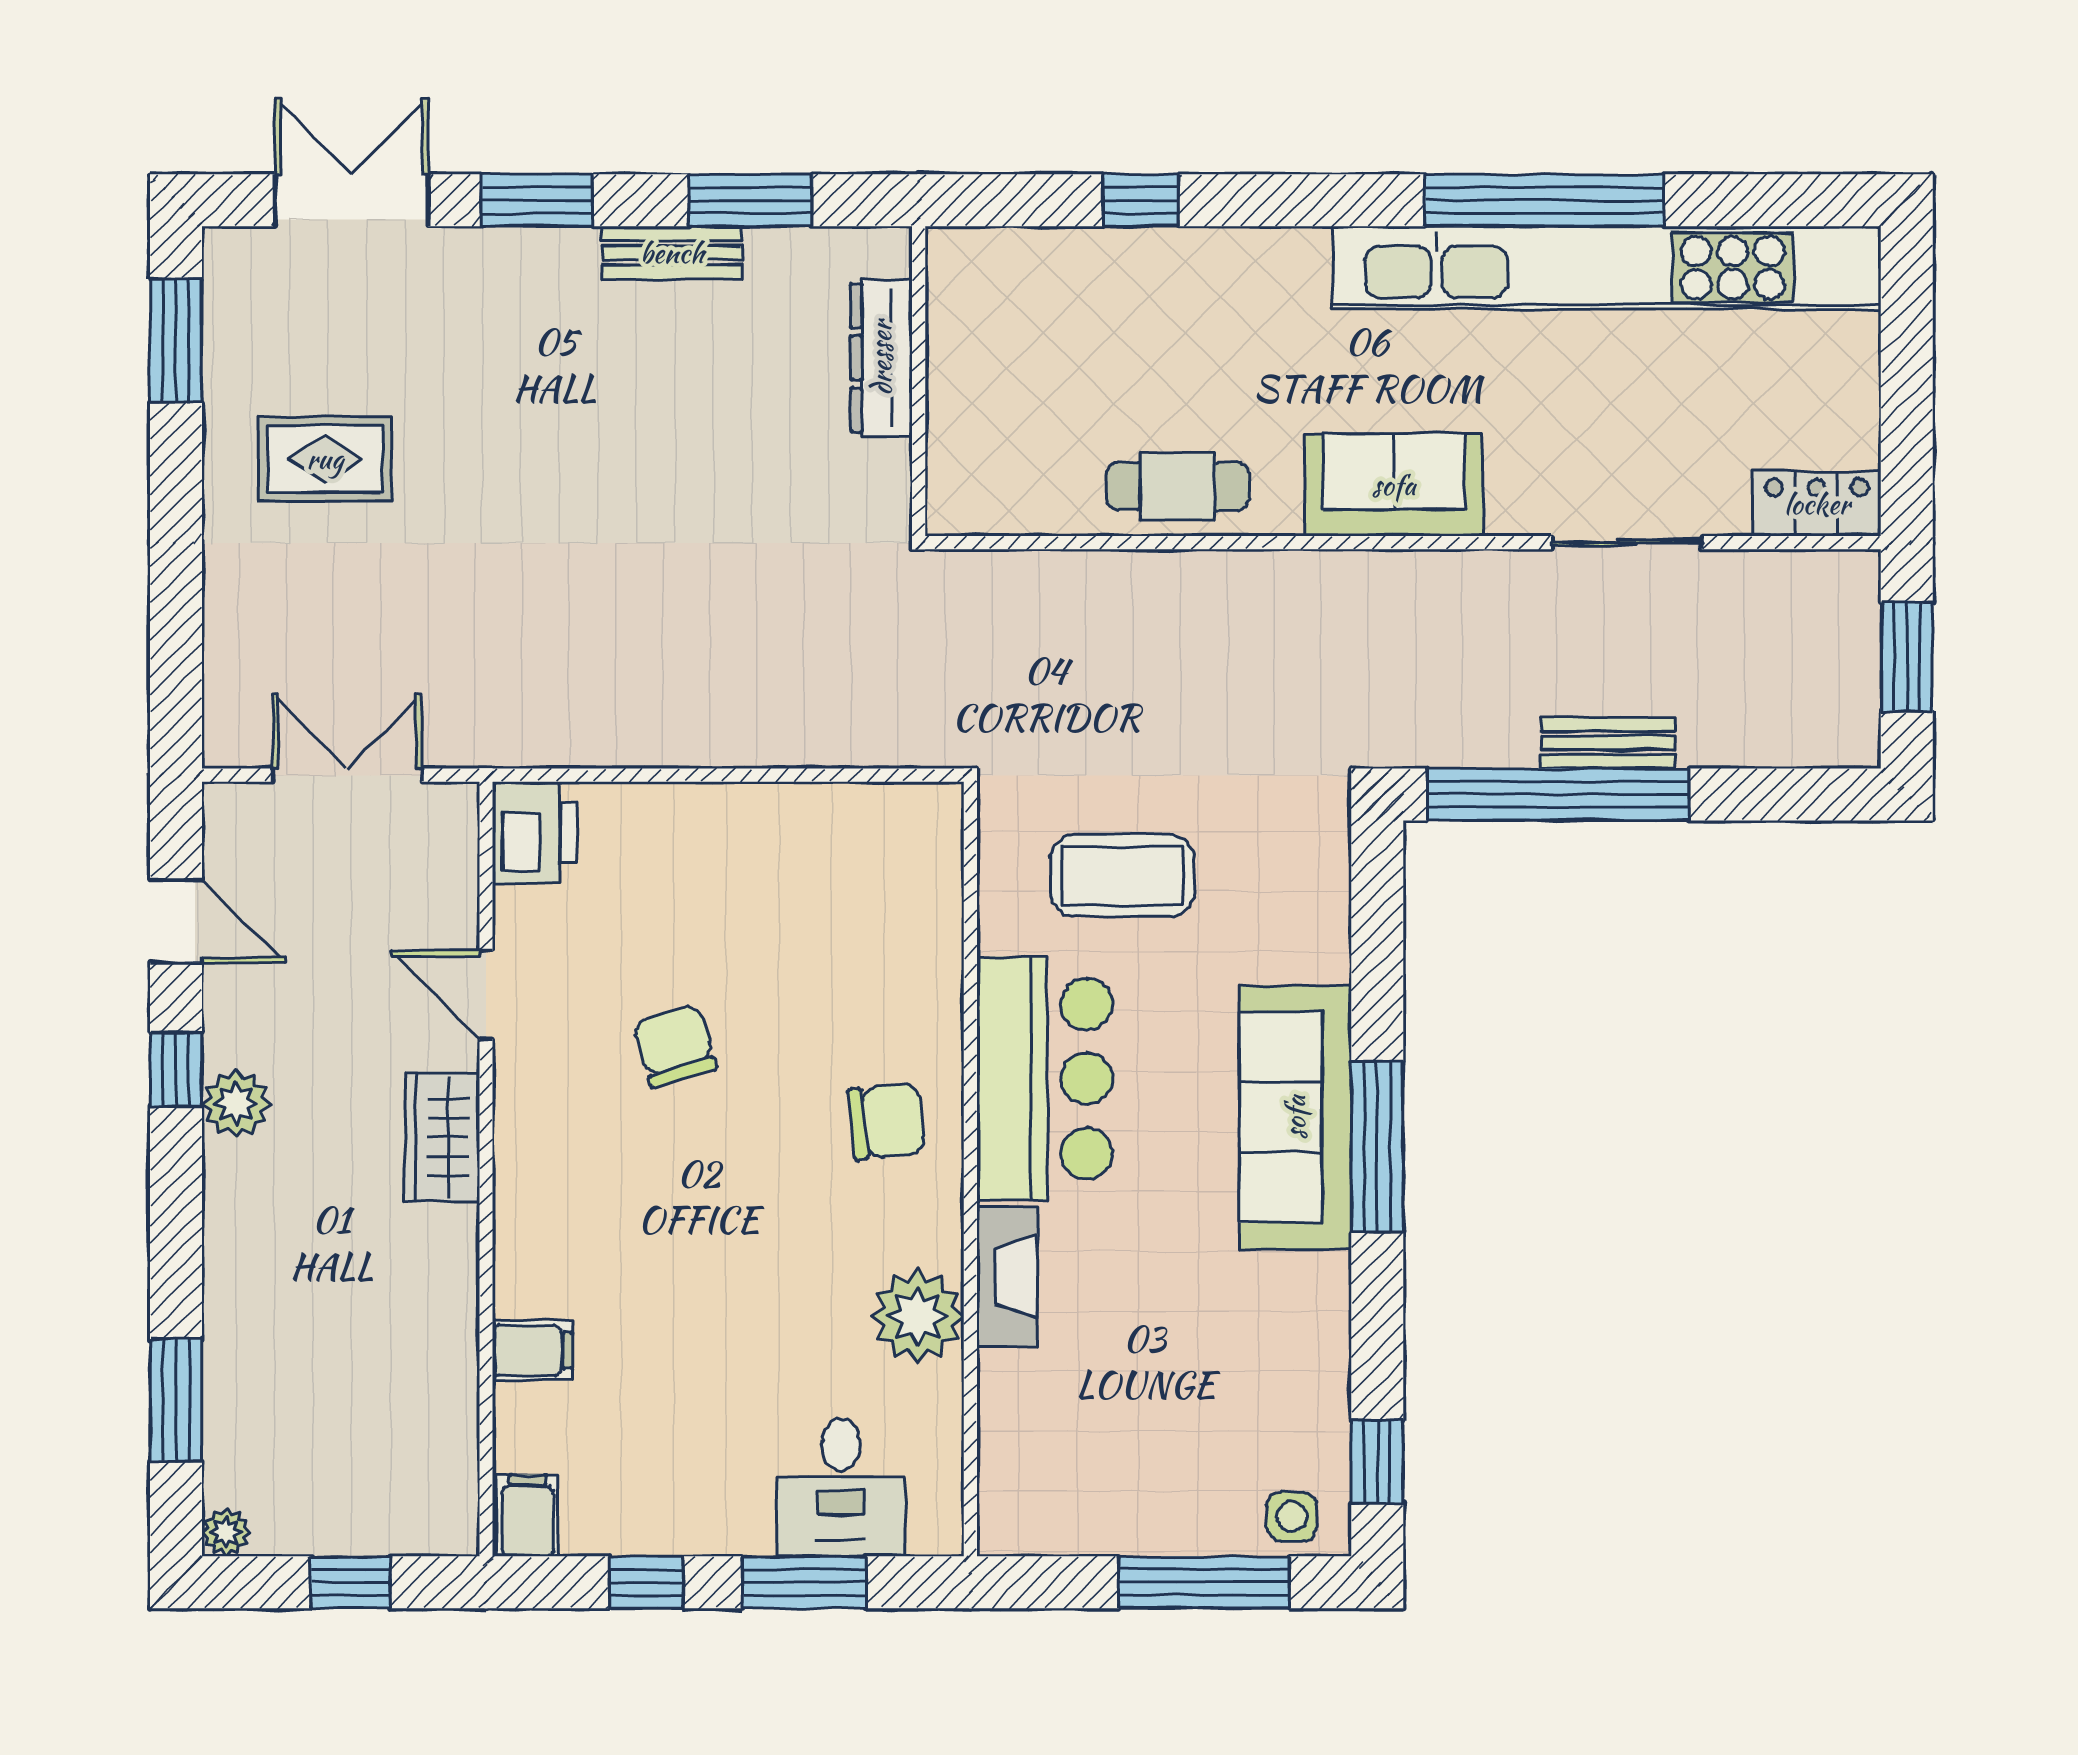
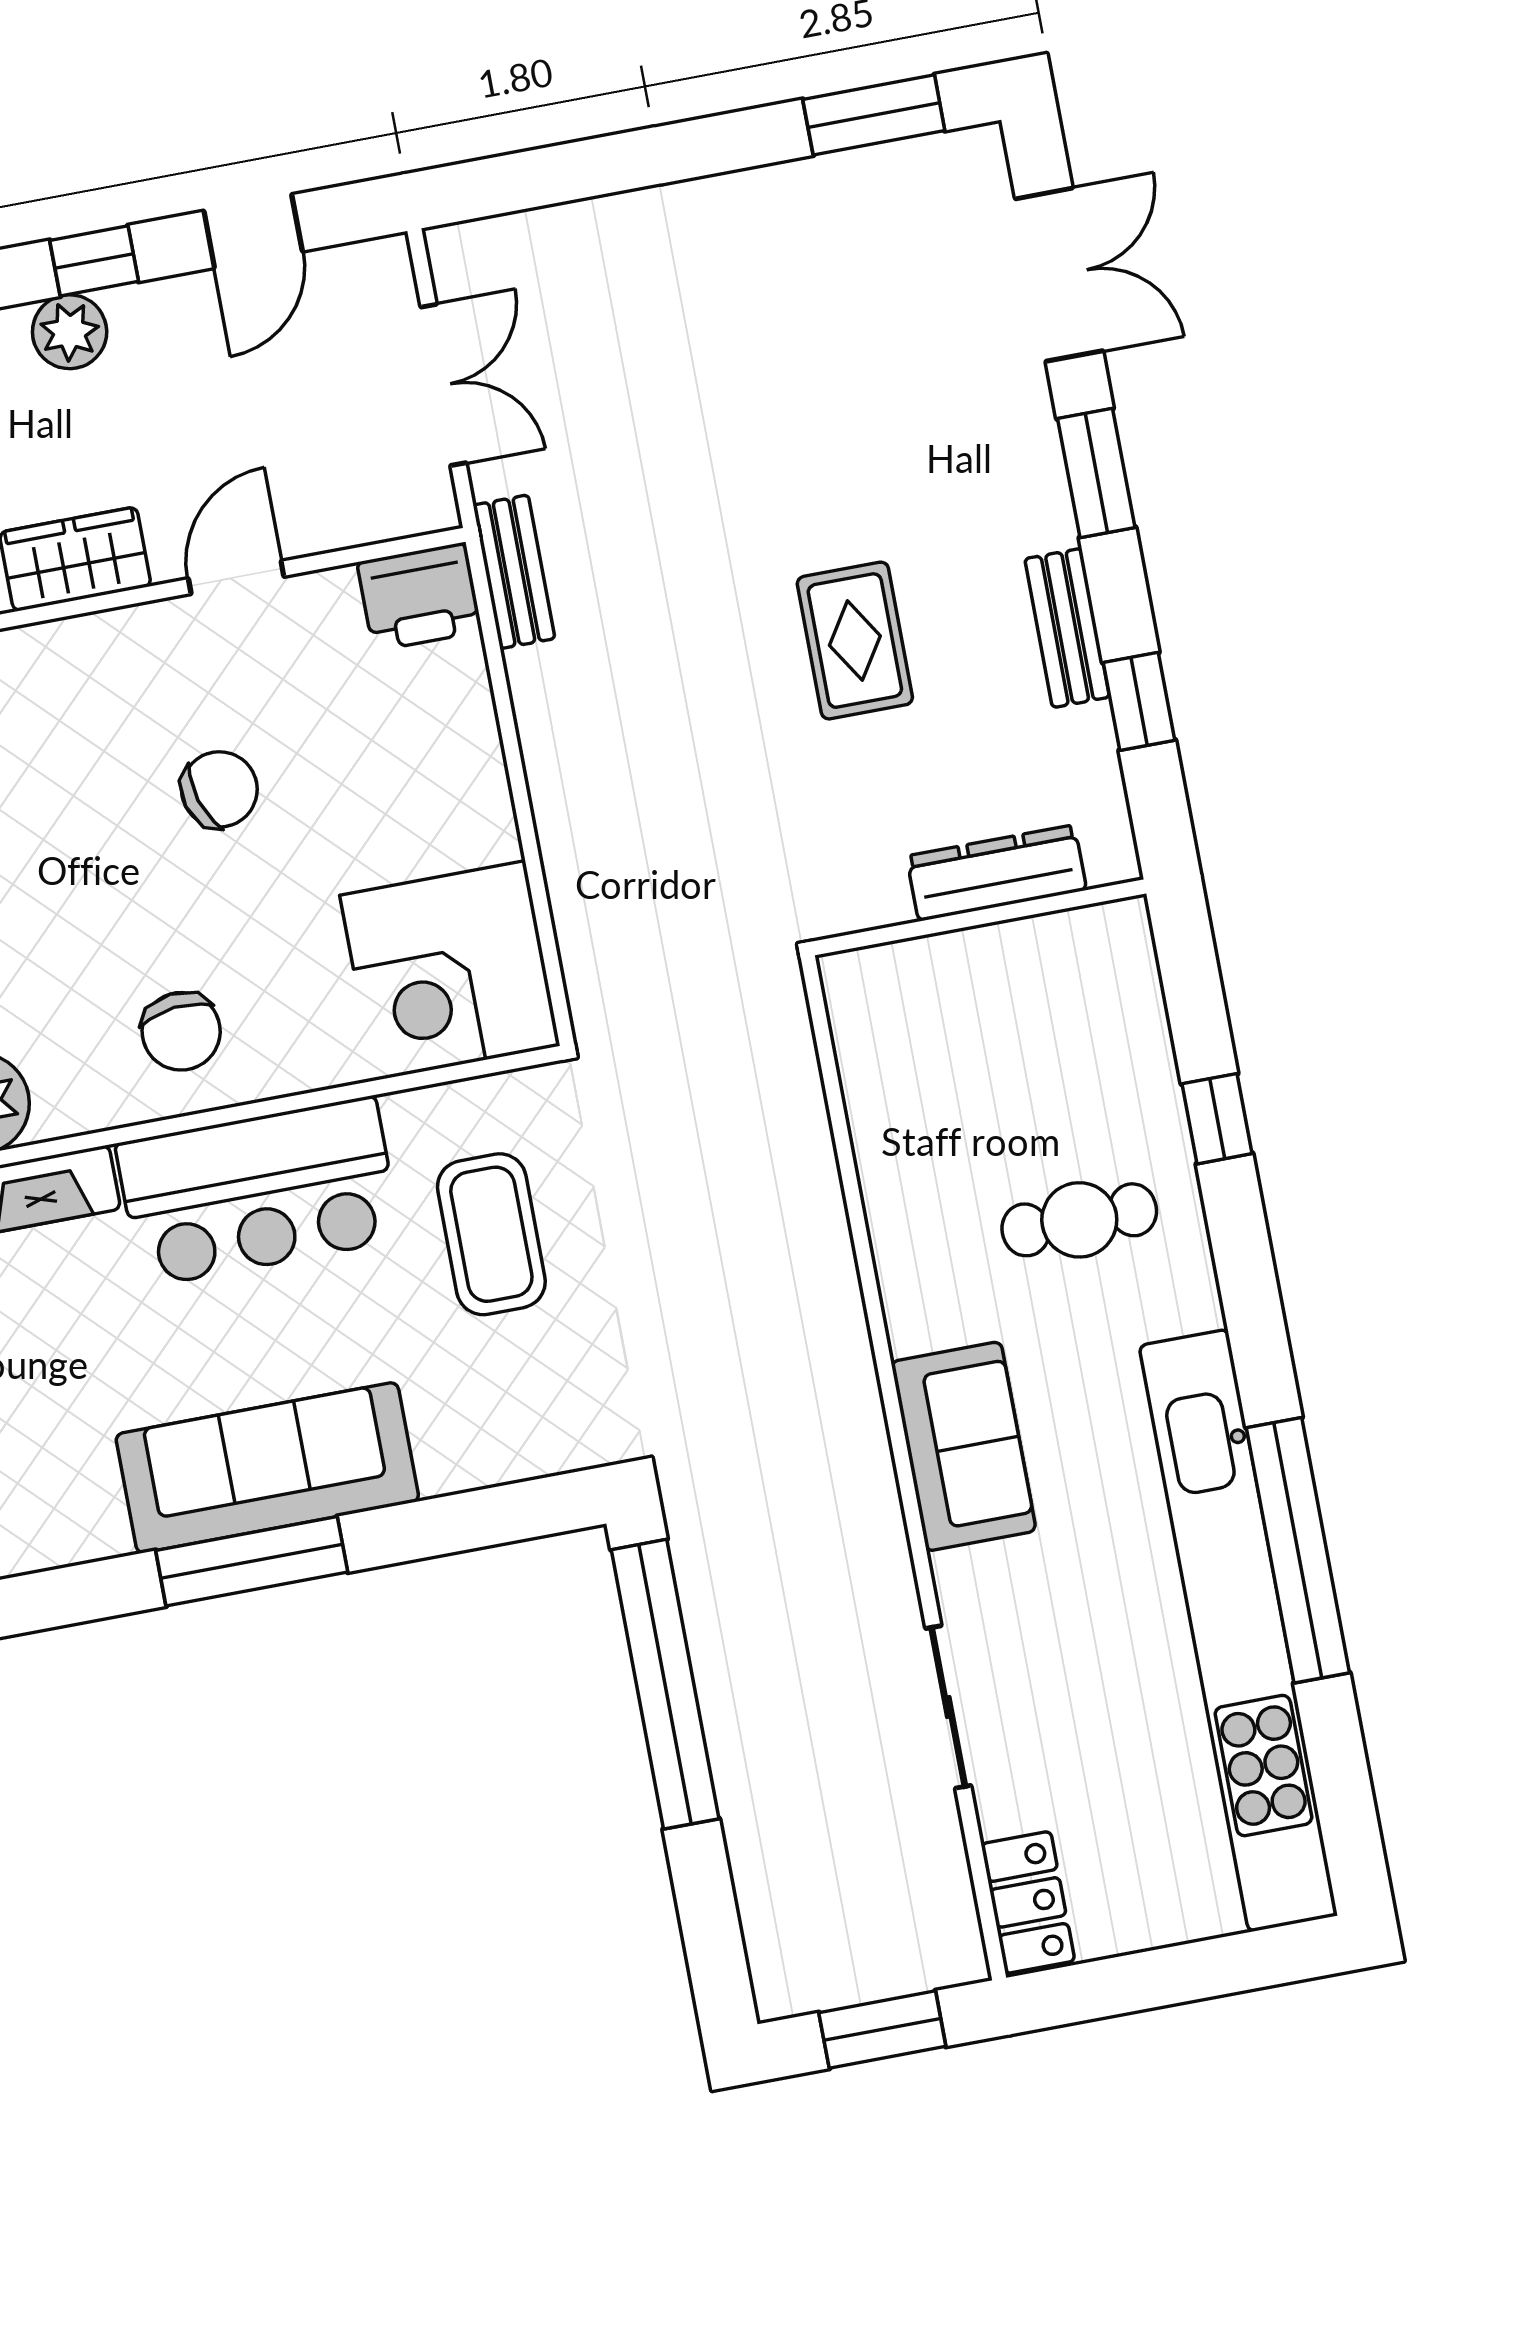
window: (751, 200) -> (1139, 701), width x0.67
rug: (325, 459) -> (855, 641), moved
cafe table: (1178, 486) -> (1079, 1220), moved, turned 90
bench: (1608, 743) -> (514, 572), moved
corner desk: (877, 868) -> (450, 971), added

